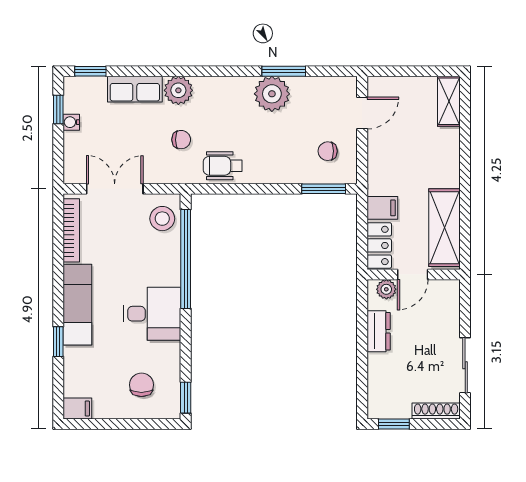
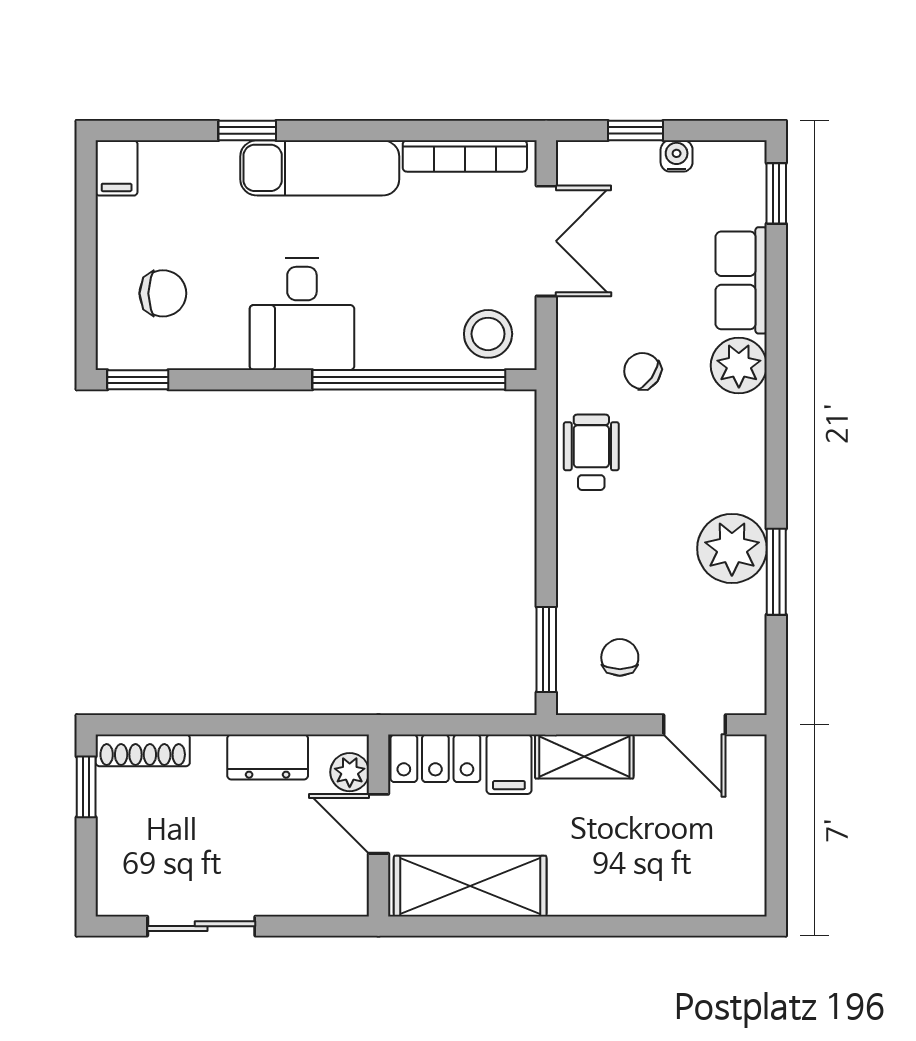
shelving: (449, 101) -> (584, 757), moved
window: (58, 109) -> (635, 131), moved
chair: (181, 140) -> (642, 371), turned 125
shoe rack: (436, 411) -> (143, 750), moved, turned 90

